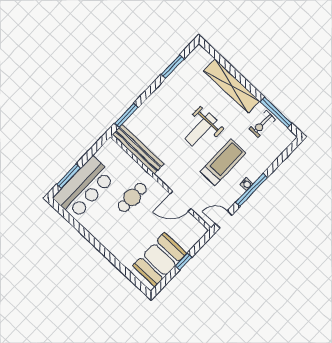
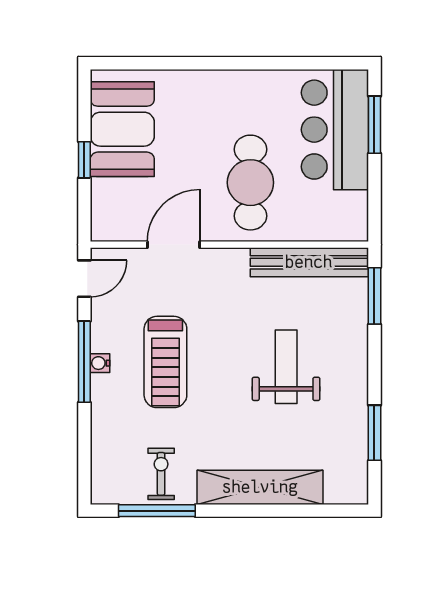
weight bench: (201, 129) -> (286, 367), moved
cafe table: (132, 197) -> (250, 183), width x1.37, depth x1.35

